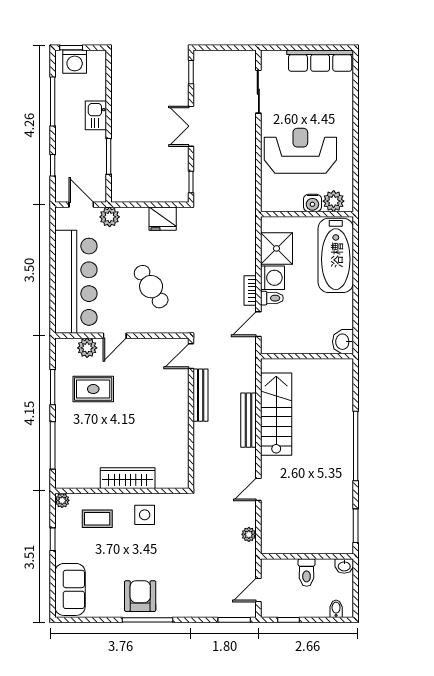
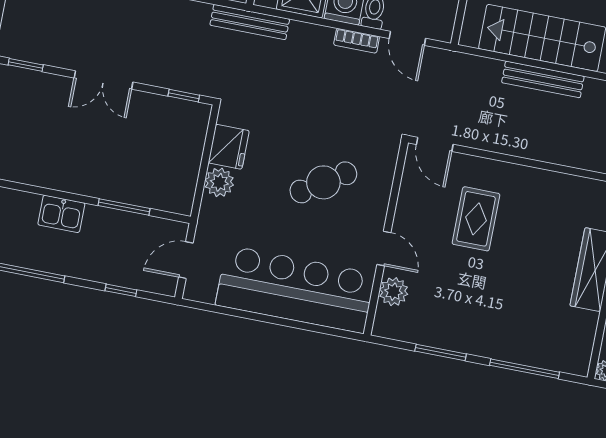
plant: (110, 217) -> (219, 182), moved
rug: (93, 389) -> (476, 219), moved
bench: (201, 395) -> (250, 22), moved

